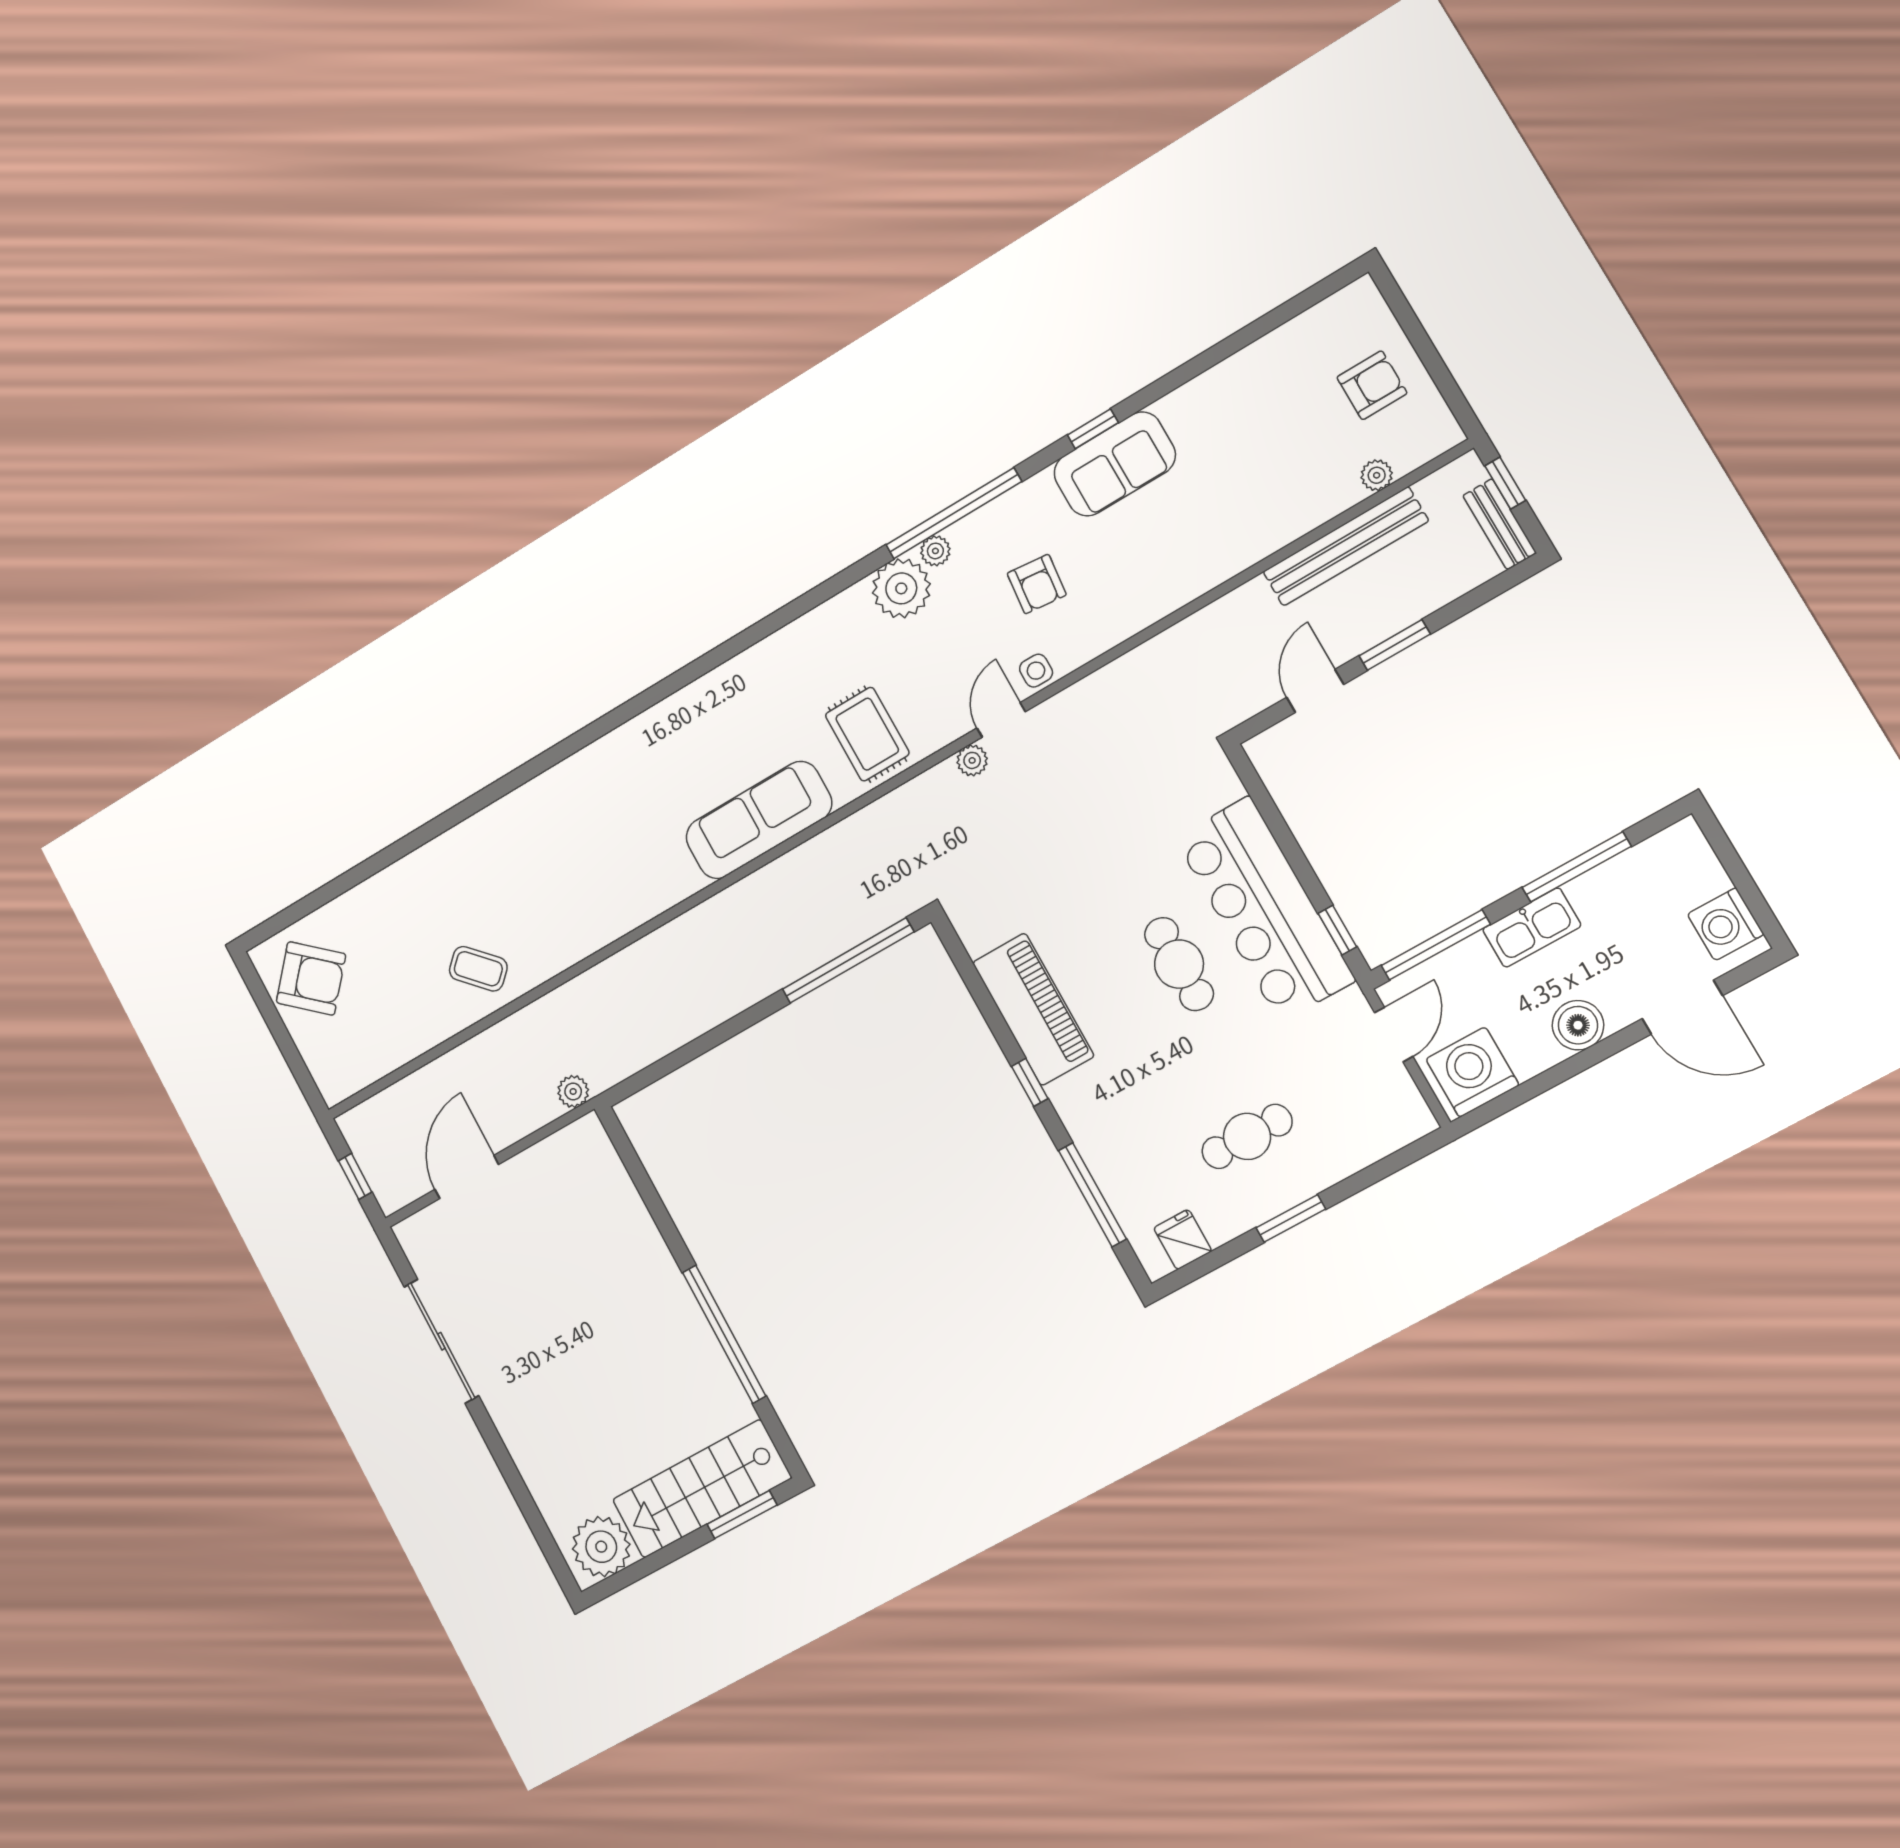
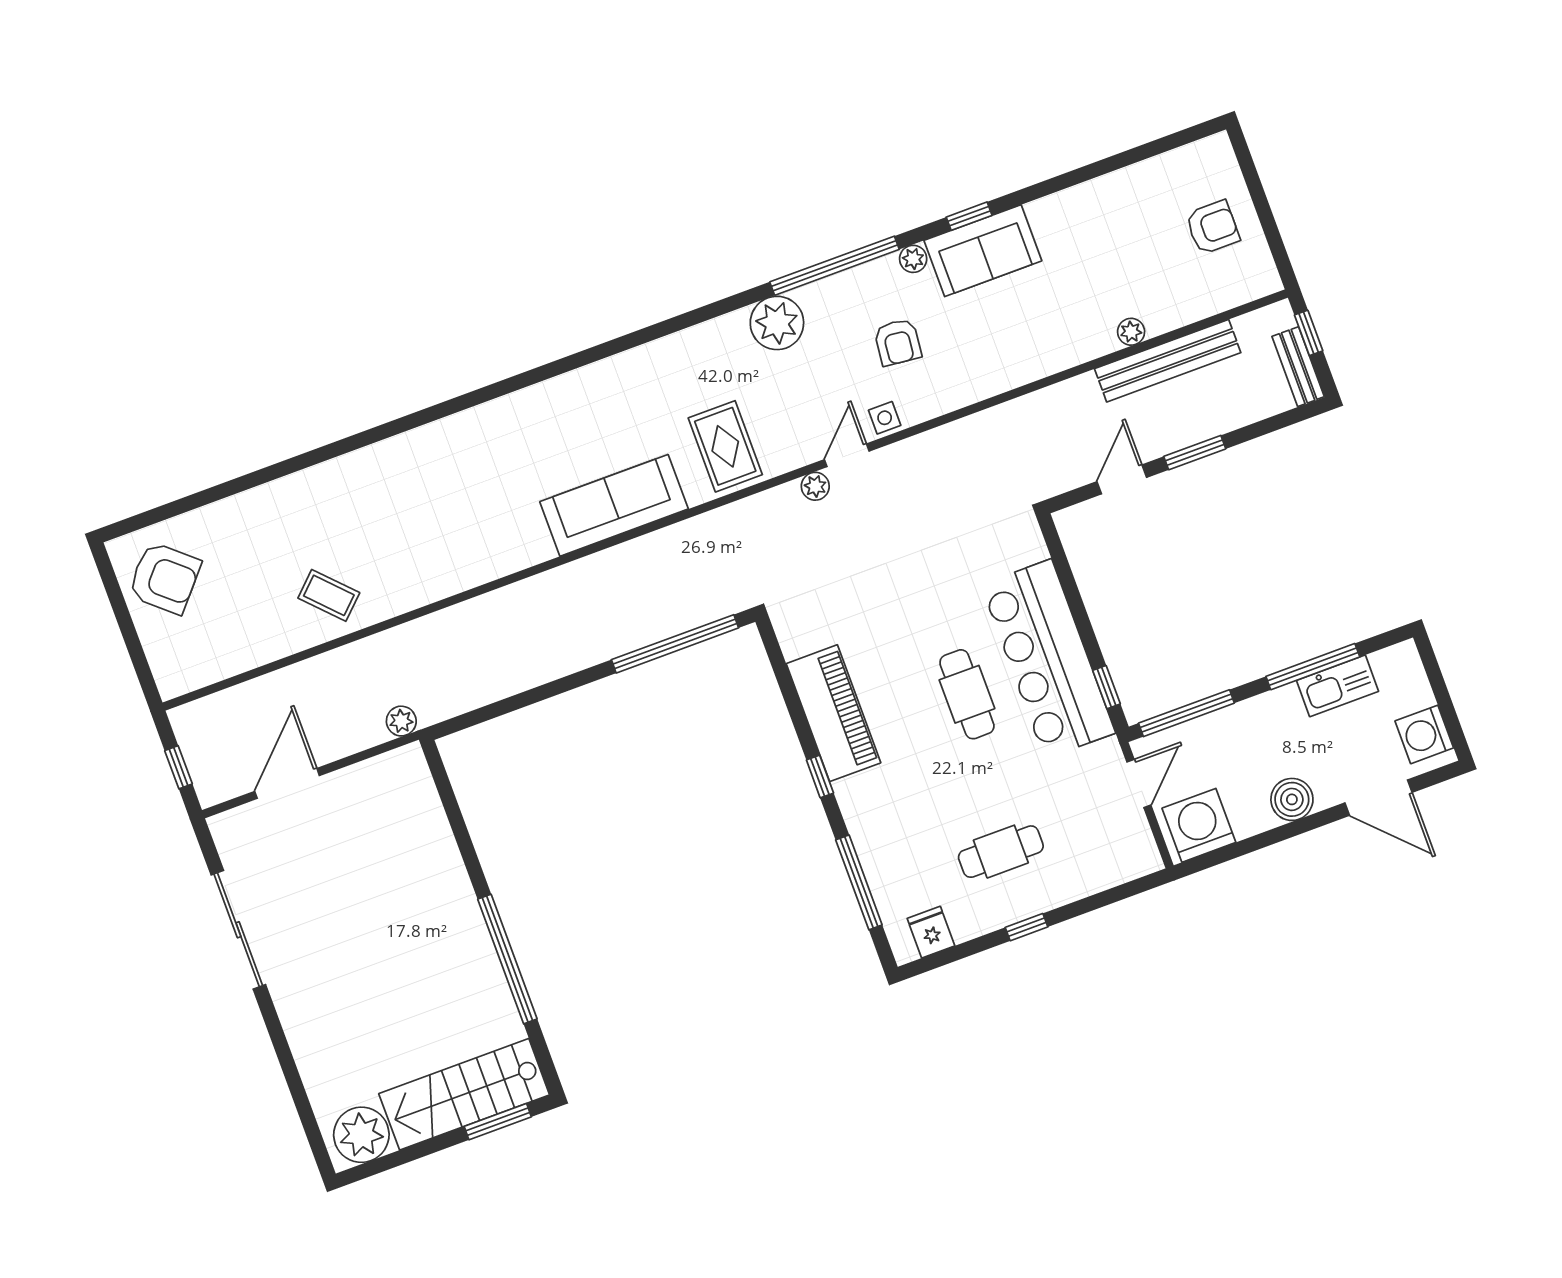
plant: (1377, 475) -> (1131, 332), moved
plant: (935, 551) -> (913, 259), moved
kitchen sink: (1532, 928) -> (1338, 686), moved
window: (1291, 1218) -> (1027, 927), width x0.67

